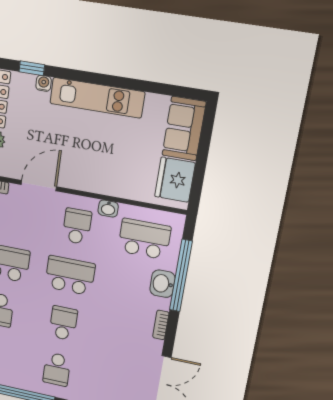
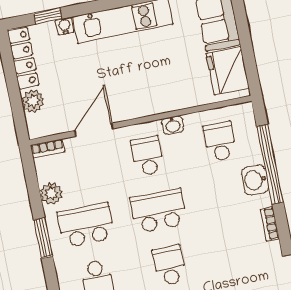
school desk: (144, 239) -> (220, 142), width x0.54

